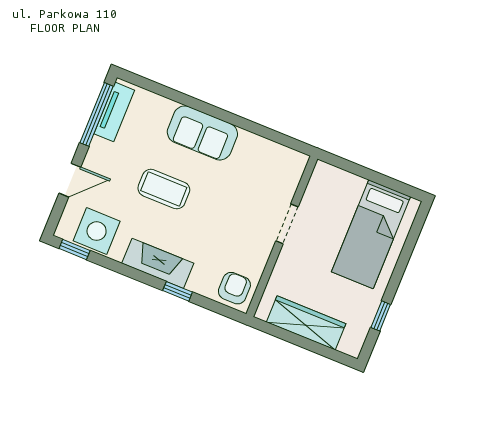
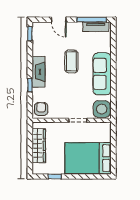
sofa: (202, 133) -> (102, 74), width x1.36
side table: (97, 231) -> (102, 109), moved
bed: (371, 234) -> (88, 158), width x1.50
armchair: (234, 288) -> (41, 109), turned -90

